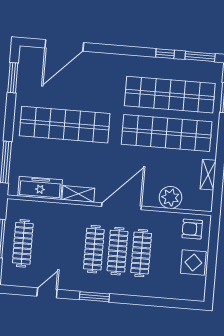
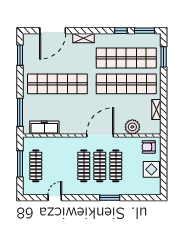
shelving: (78, 194) -> (84, 38), moved
window: (94, 297) -> (110, 198), moved

